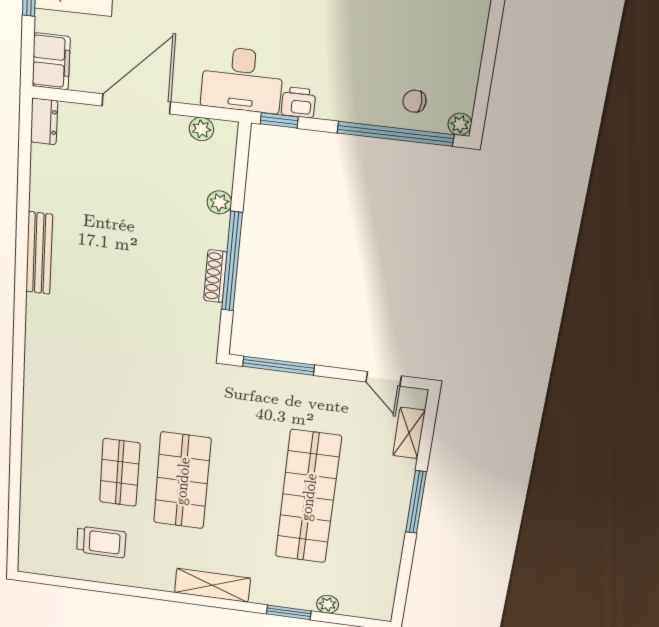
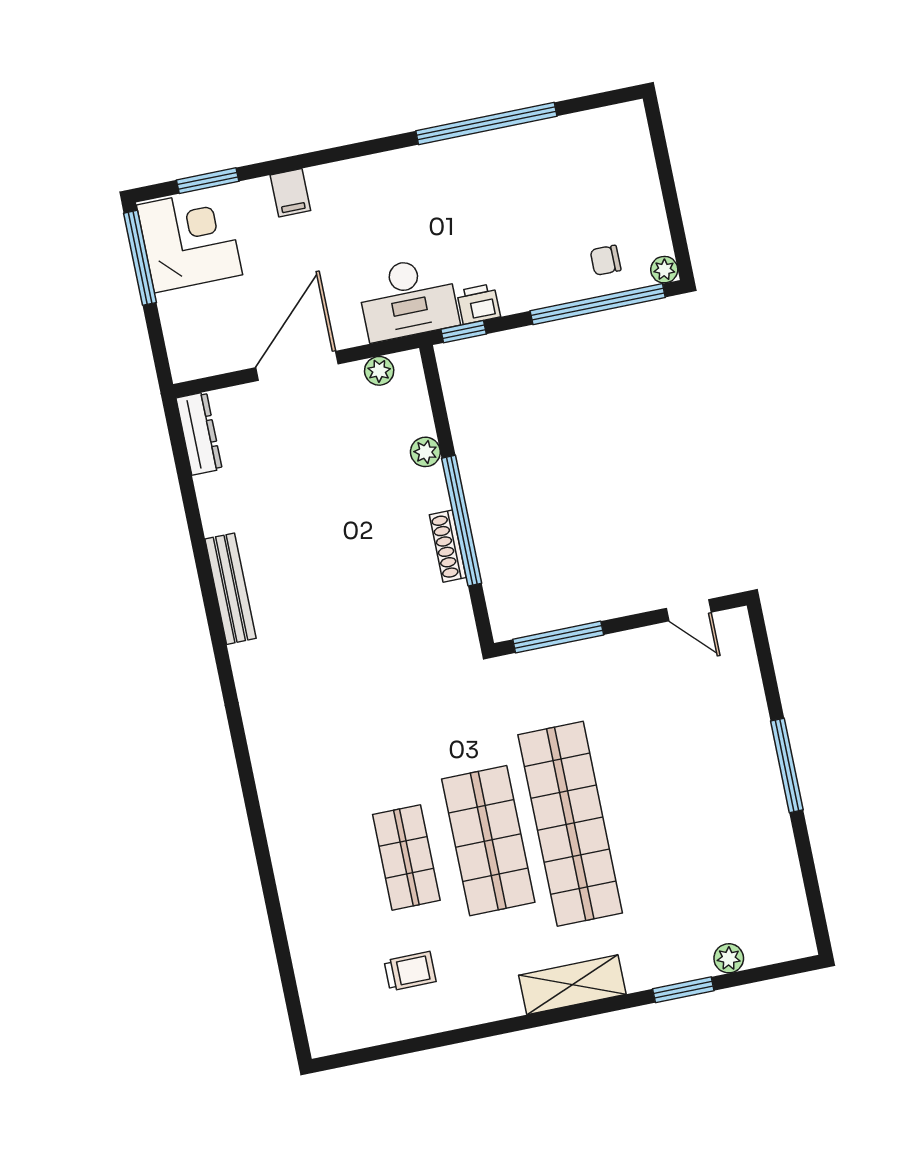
filing cabinet: (51, 61) -> (188, 348), removed
dresser: (44, 121) -> (199, 434), width x1.44
shelving: (409, 433) -> (744, 672), removed
shop shelf: (308, 497) -> (570, 824), moved
trolley: (101, 542) -> (410, 971), width x0.73, depth x0.72

